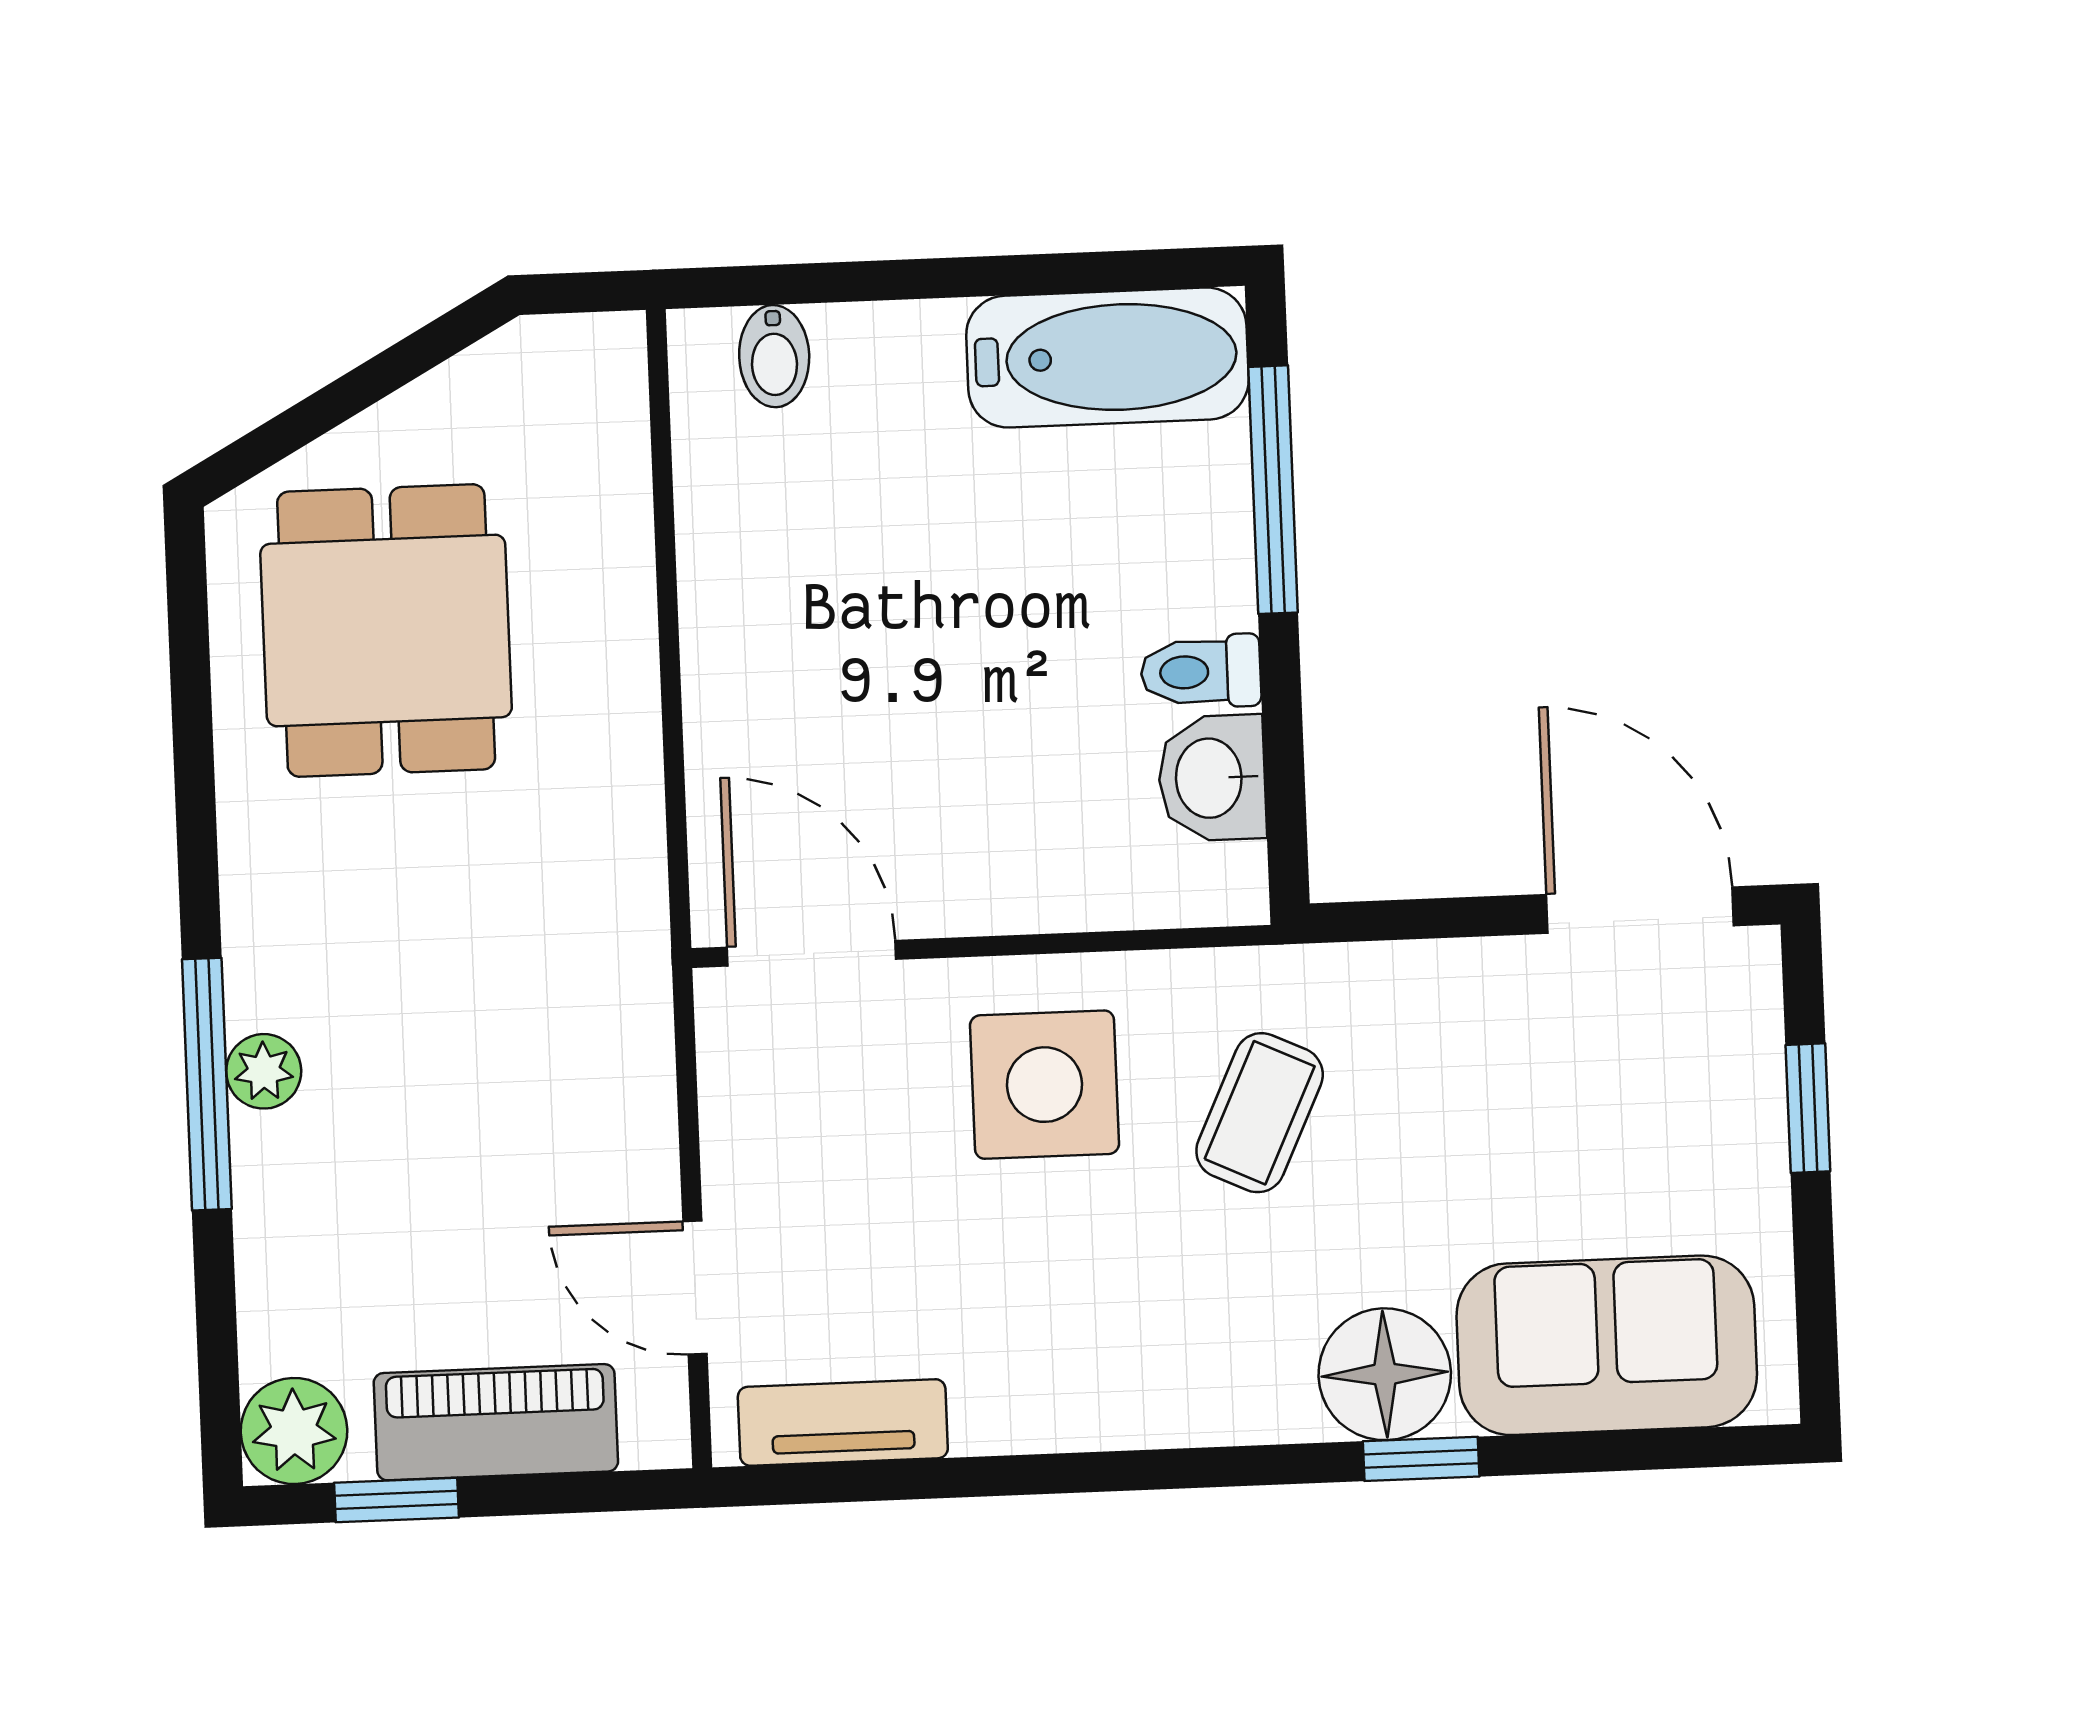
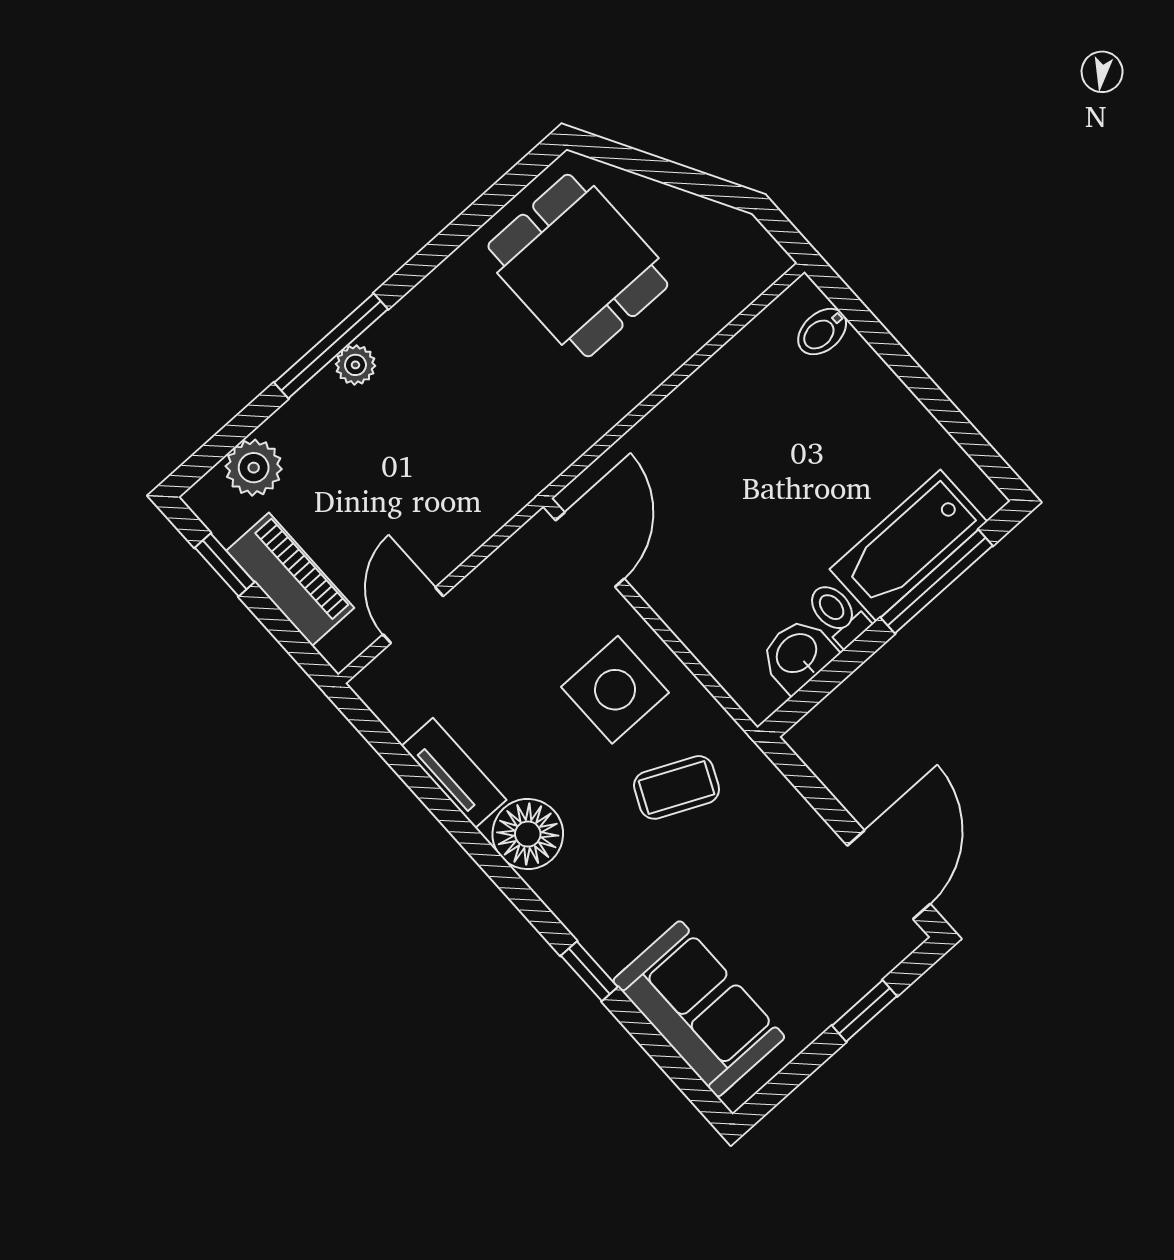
bathtub: (1107, 358) -> (908, 545), moved, turned 90
dining table: (386, 630) -> (578, 265), turned 90
floor lamp: (1385, 1374) -> (528, 834), moved
tv unit: (843, 1422) -> (454, 773), moved
plant: (294, 1431) -> (254, 468), moved

